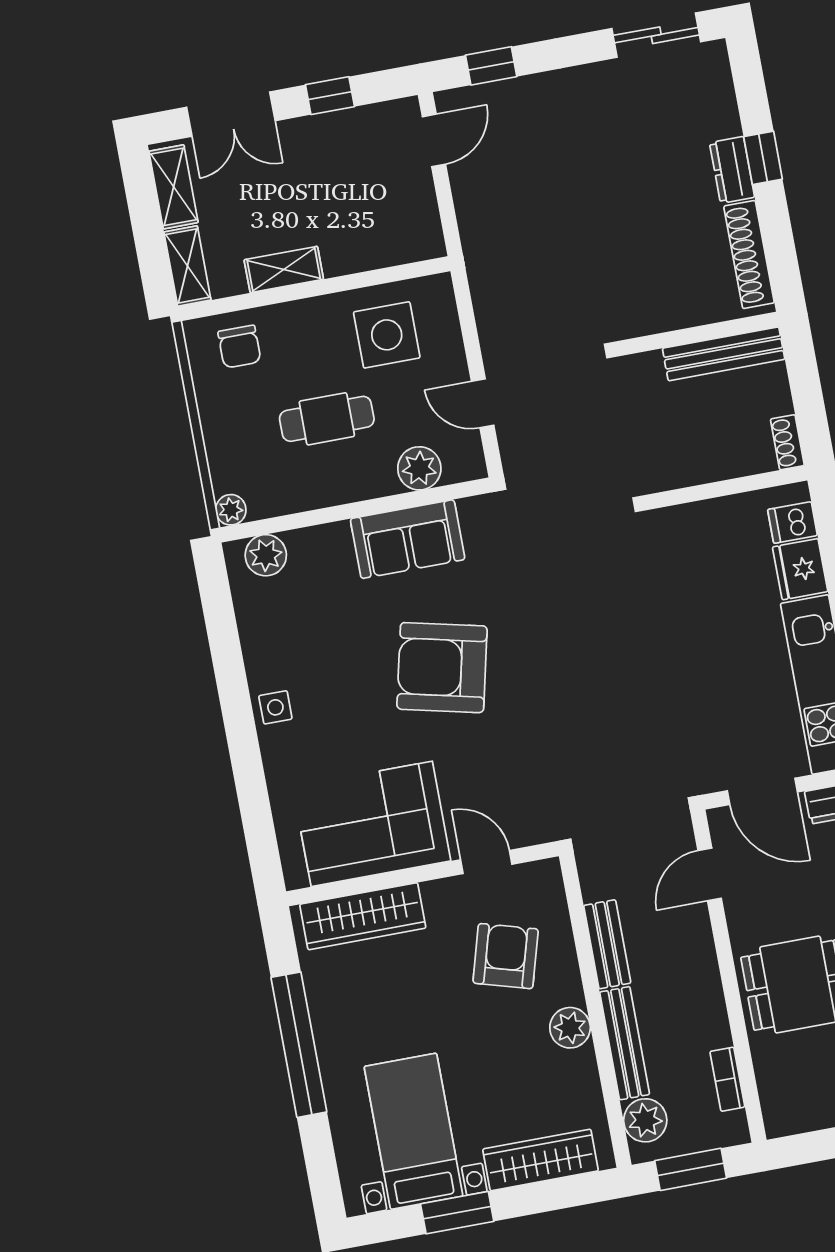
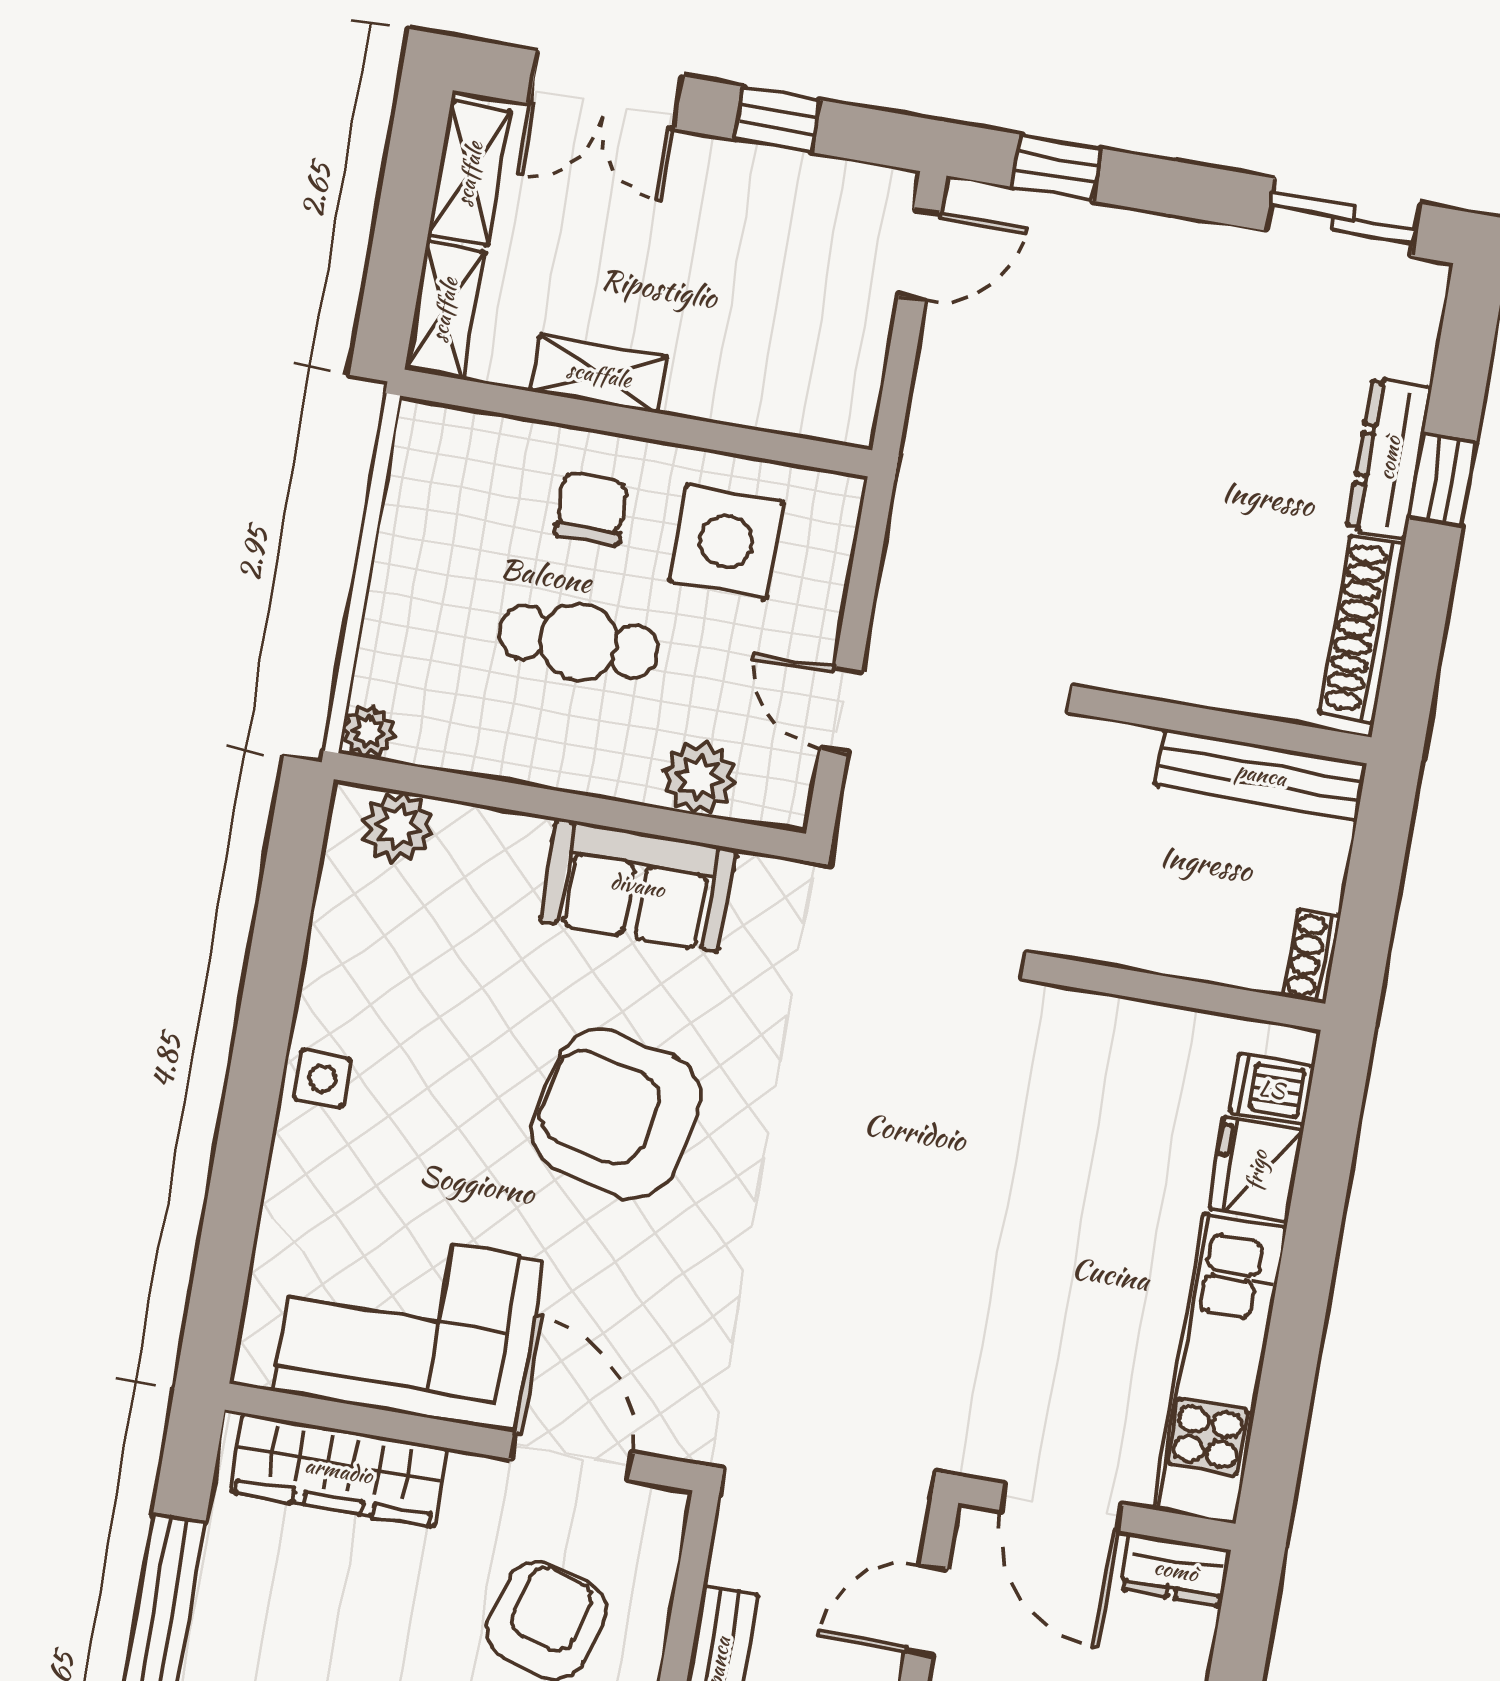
dresser: (732, 170) -> (1389, 458), width x1.44
chair: (239, 347) -> (591, 508), moved, turned 180
door: (486, 862) -> (572, 1456), width x1.38

